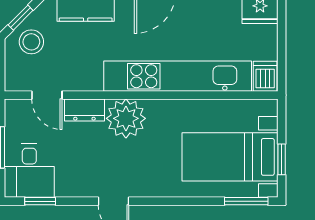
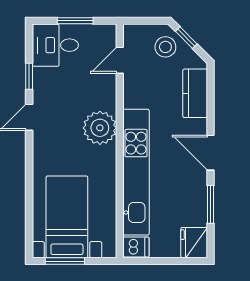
dresser: (84, 110) -> (107, 92), removed
window: (282, 159) -> (65, 261), width x1.50
window: (40, 201) -> (29, 76), moved
window: (246, 201) -> (29, 231), removed

